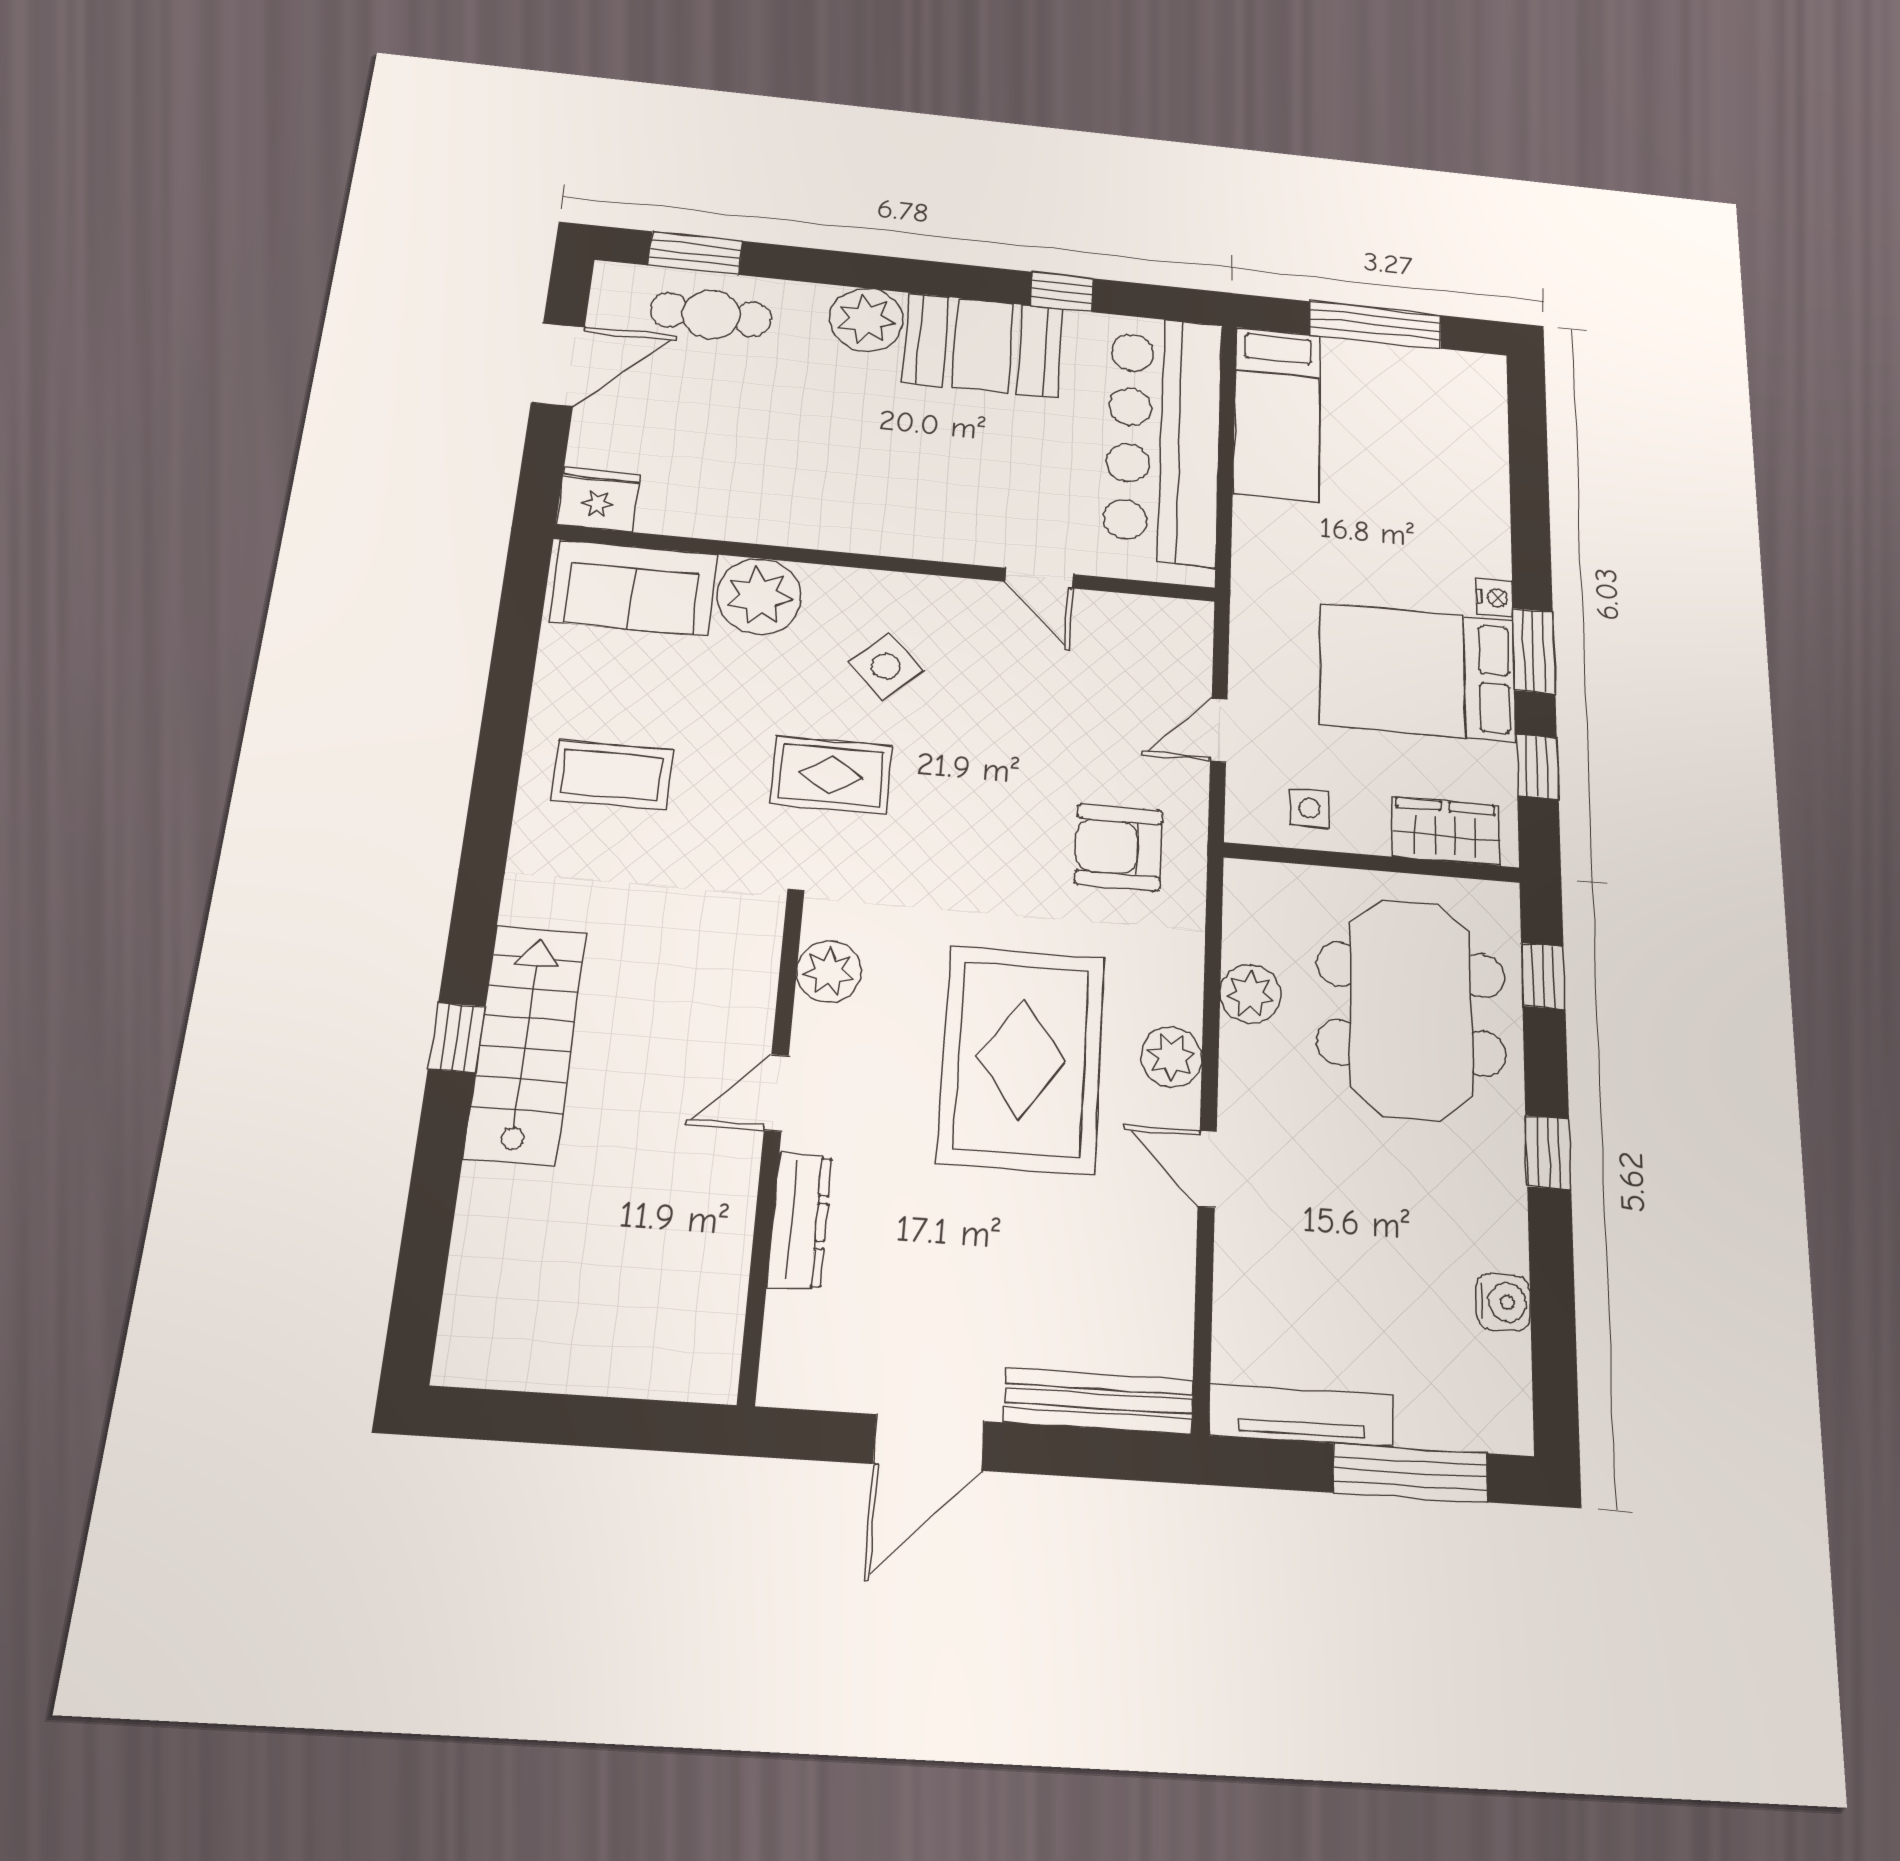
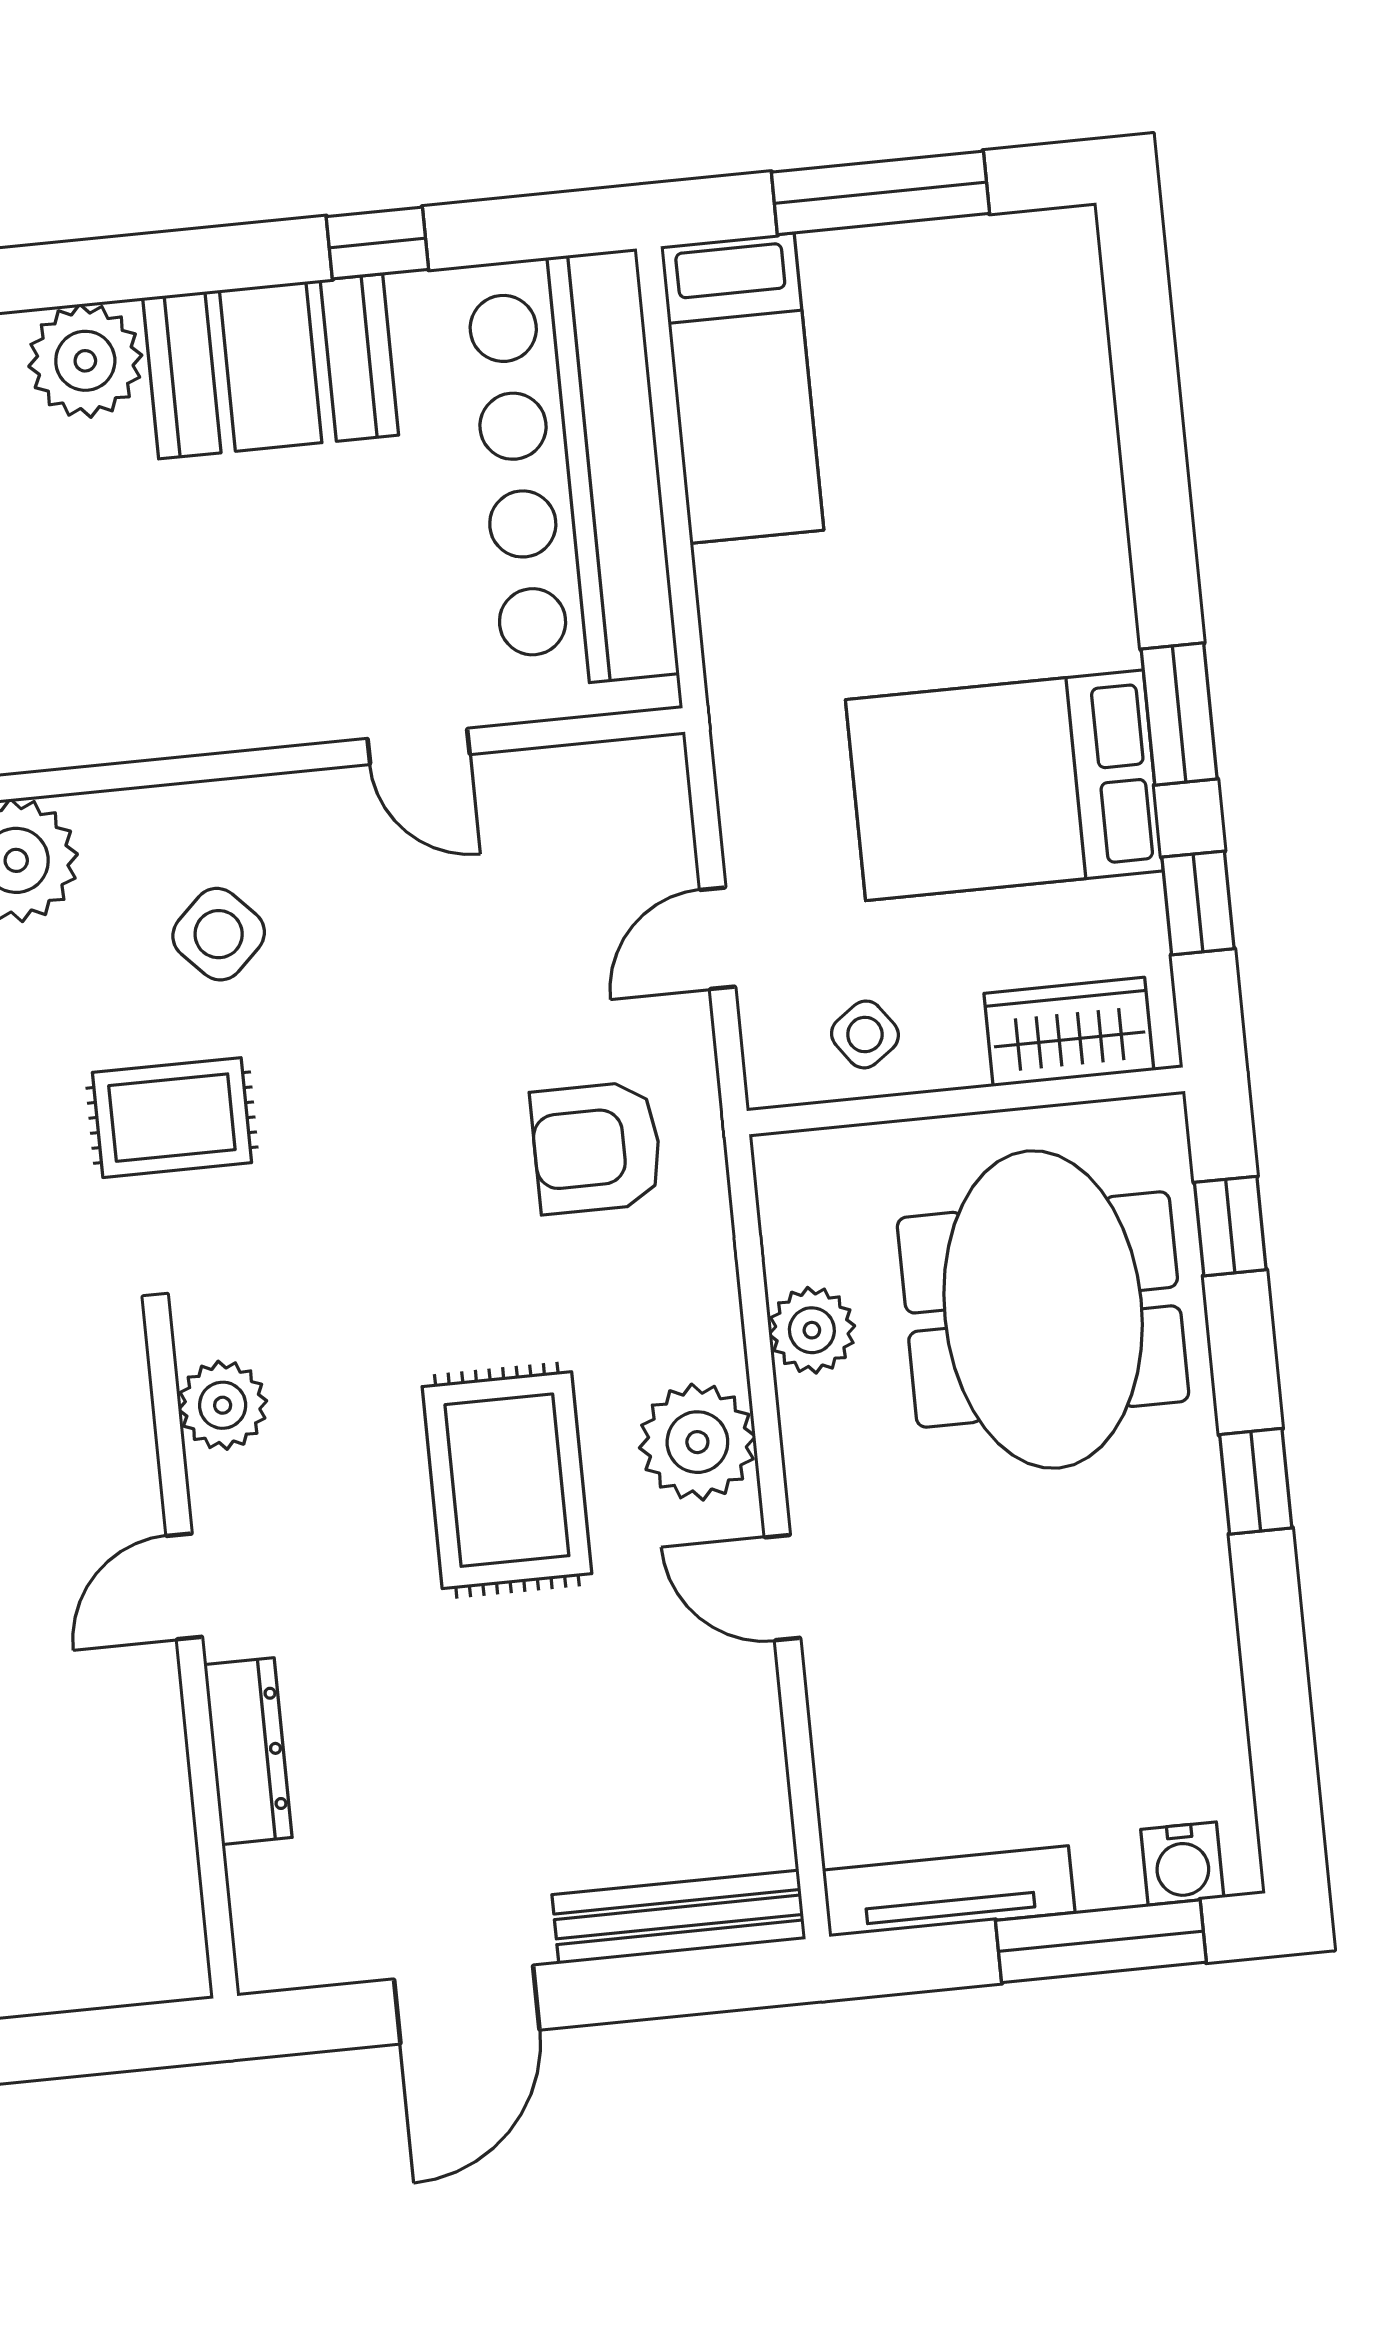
nightstand: (1495, 598) -> (1112, 637), removed
side table: (1309, 808) -> (865, 1034), turned -36
plant: (1171, 1057) -> (697, 1442), width x1.36, depth x1.36
rug: (1022, 1059) -> (507, 1480), width x0.73, depth x0.69
water cooler: (1503, 1302) -> (1182, 1863), moved, turned 90

